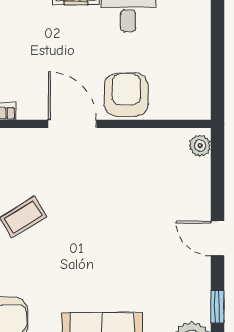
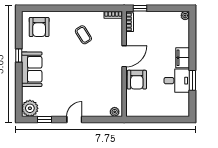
armchair: (126, 95) -> (137, 80), turned 90

